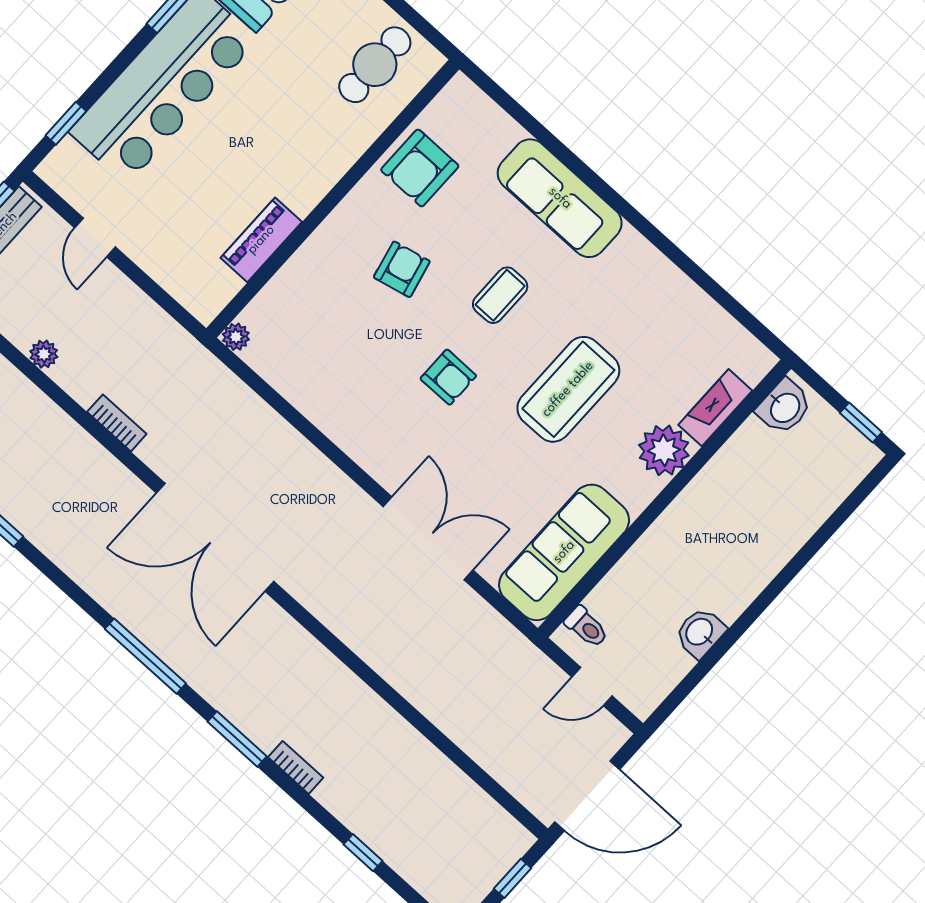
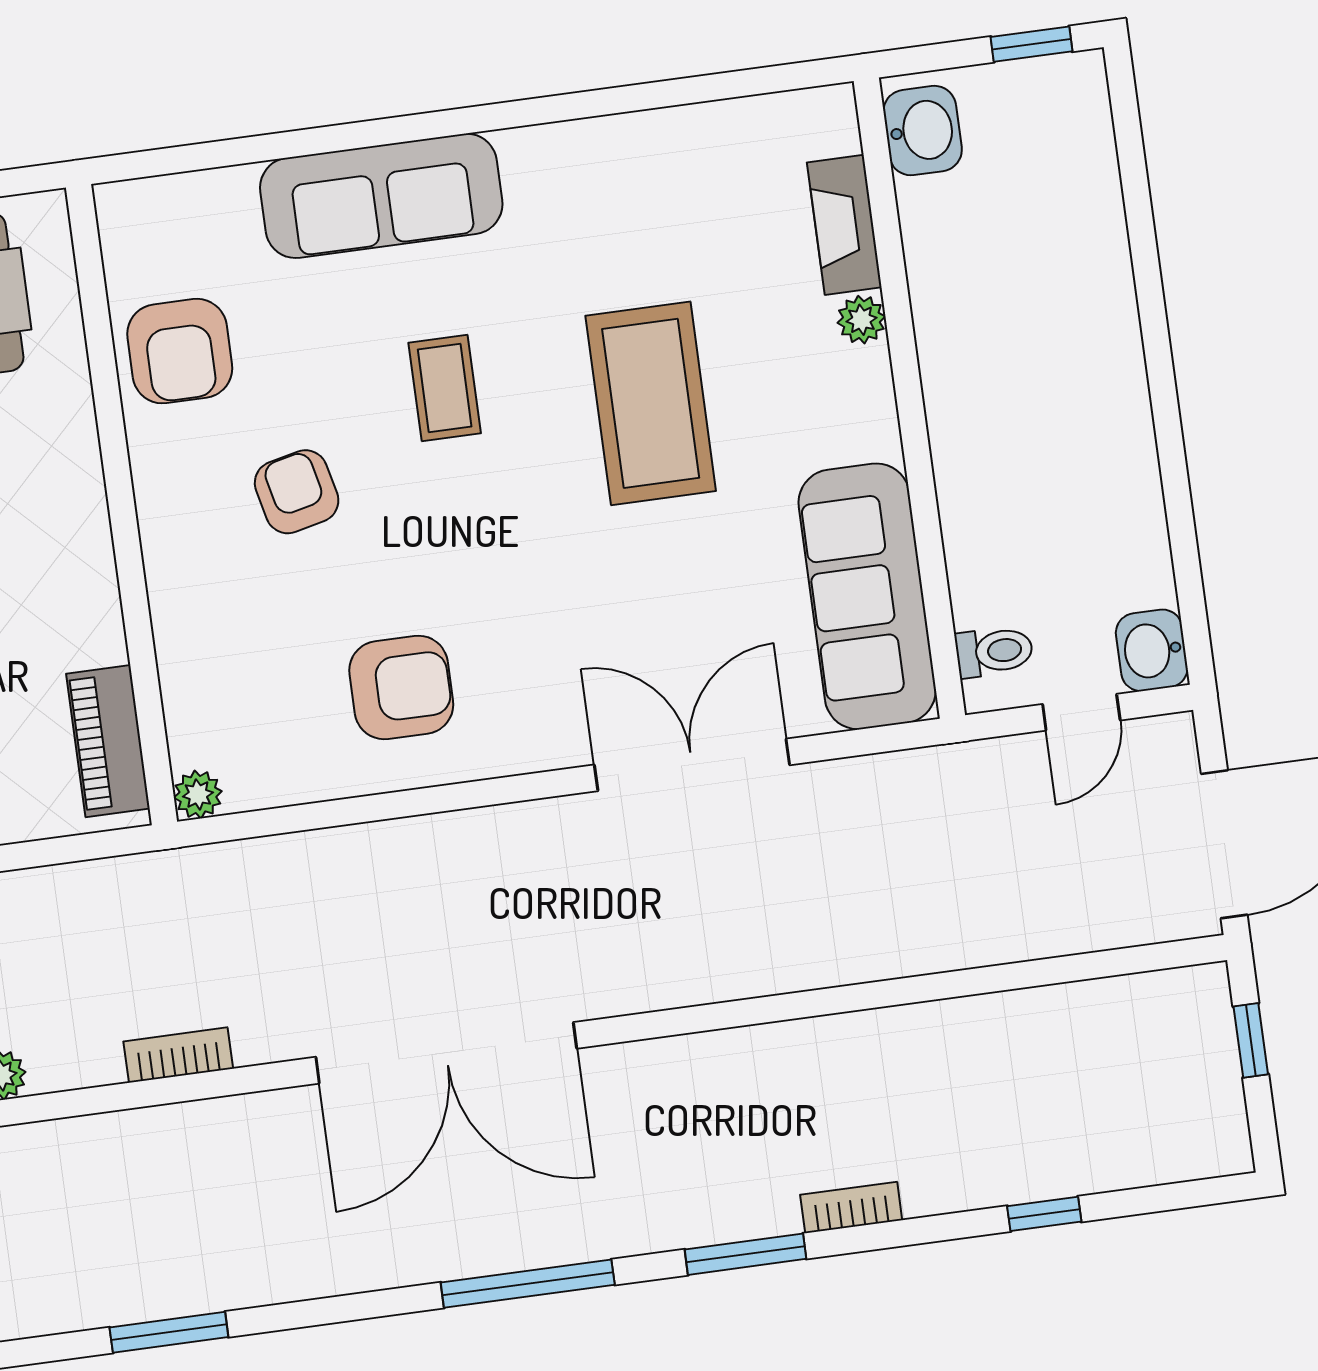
piano: (261, 240) -> (108, 741), moved
armchair: (448, 377) -> (401, 687), moved, width x1.38, depth x1.38
plant: (664, 450) -> (861, 320), width x0.53, depth x0.53
washbasin: (700, 632) -> (1152, 650), moved

